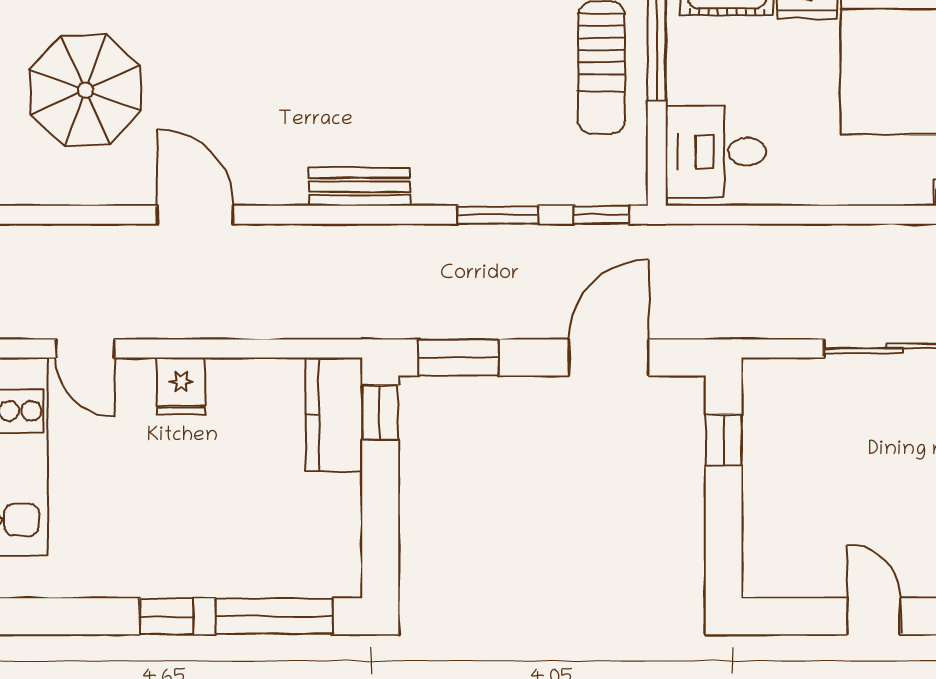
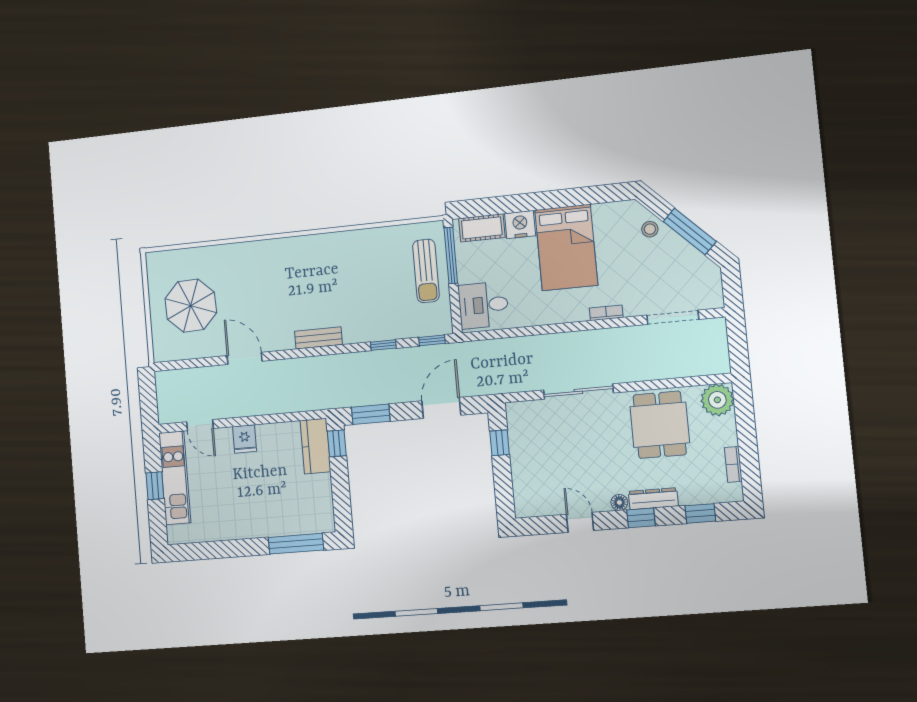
window: (498, 215) -> (383, 345), width x0.67
window: (167, 616) -> (247, 547), removed

